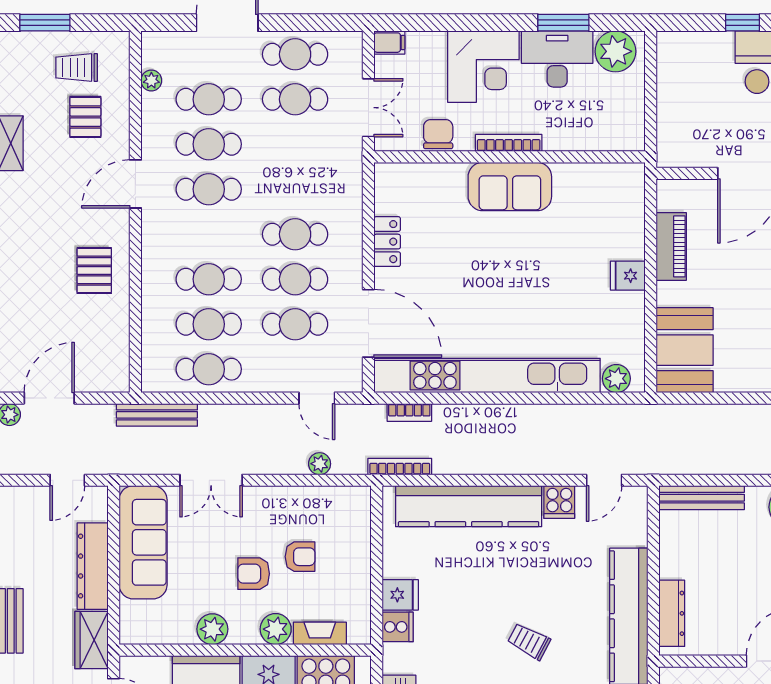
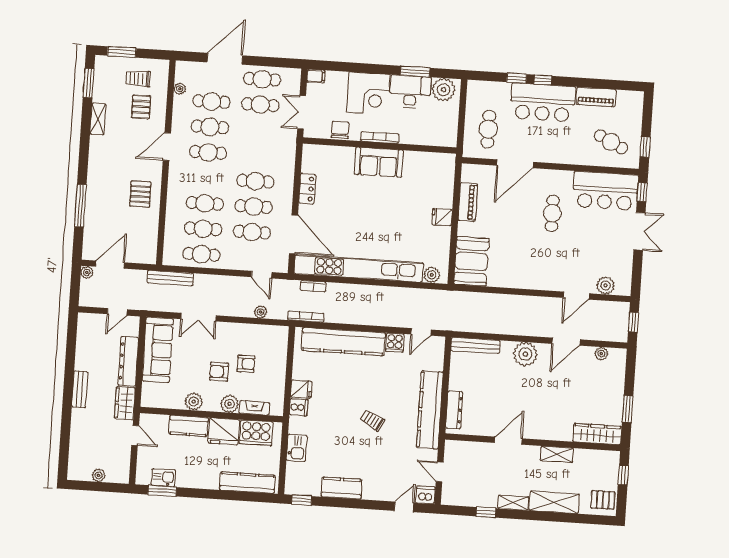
double door: (368, 108) -> (302, 112), swing flipped
cafe table: (699, 116) -> (488, 129), added

